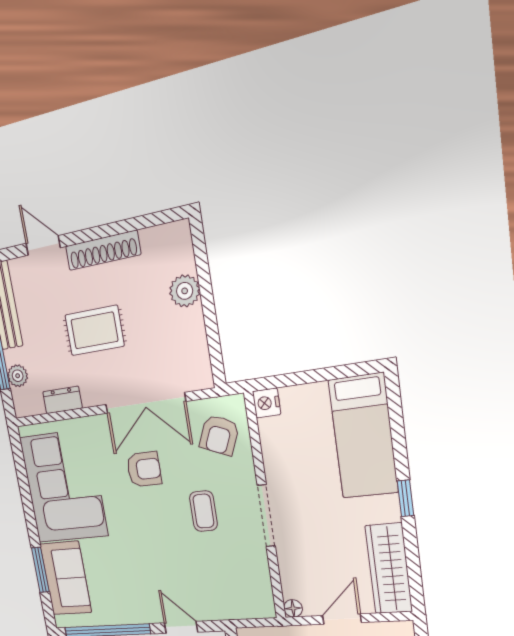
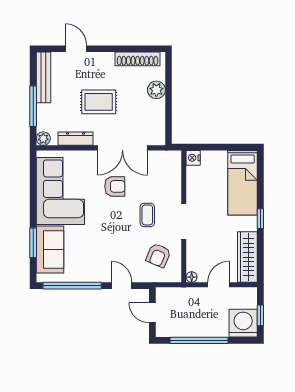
shoe rack: (103, 250) -> (138, 59), moved
plant: (18, 376) -> (43, 139), moved
dresser: (62, 400) -> (76, 139), width x1.44
armchair: (219, 435) -> (158, 255), moved

